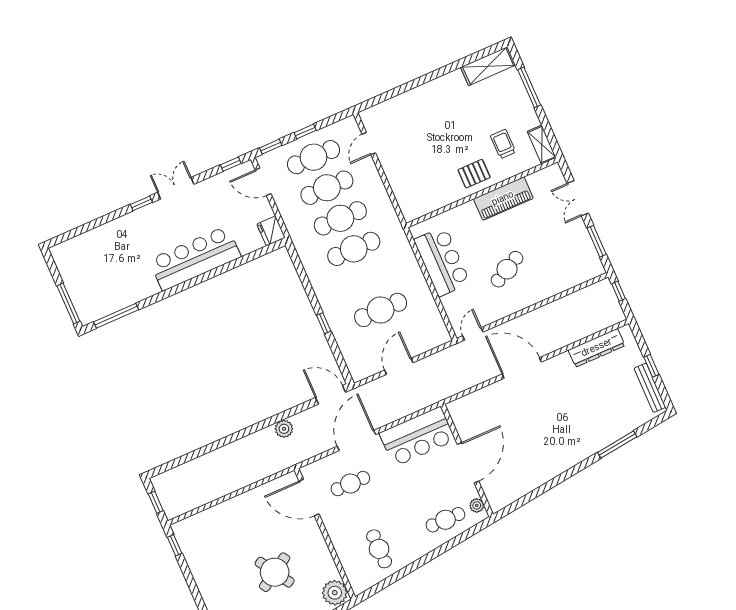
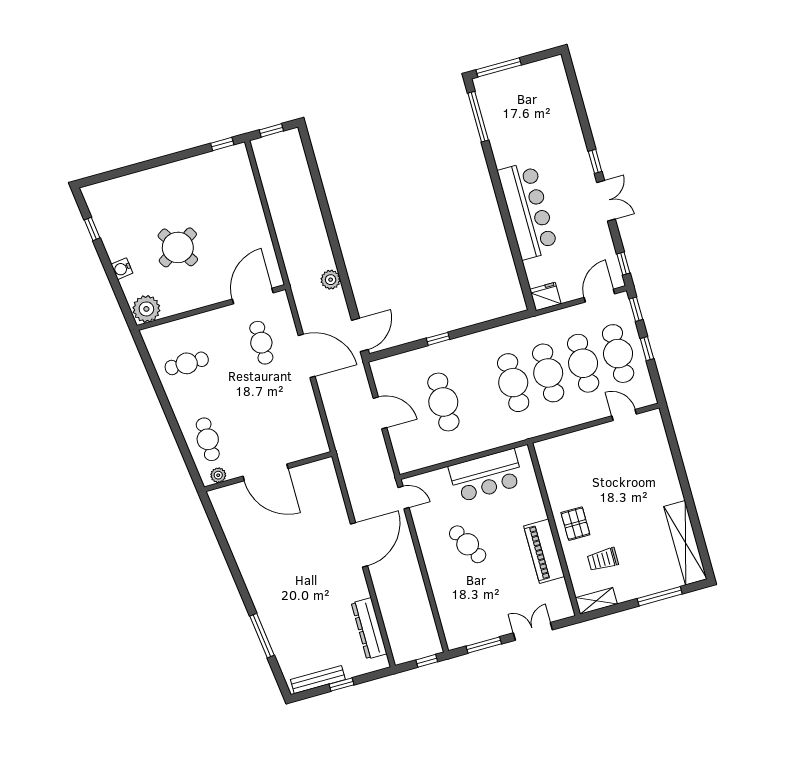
shelving: (488, 66) -> (685, 543), width x1.47
trolley: (503, 144) -> (603, 559), turned 180
bar counter: (417, 437) -> (301, 422), removed

